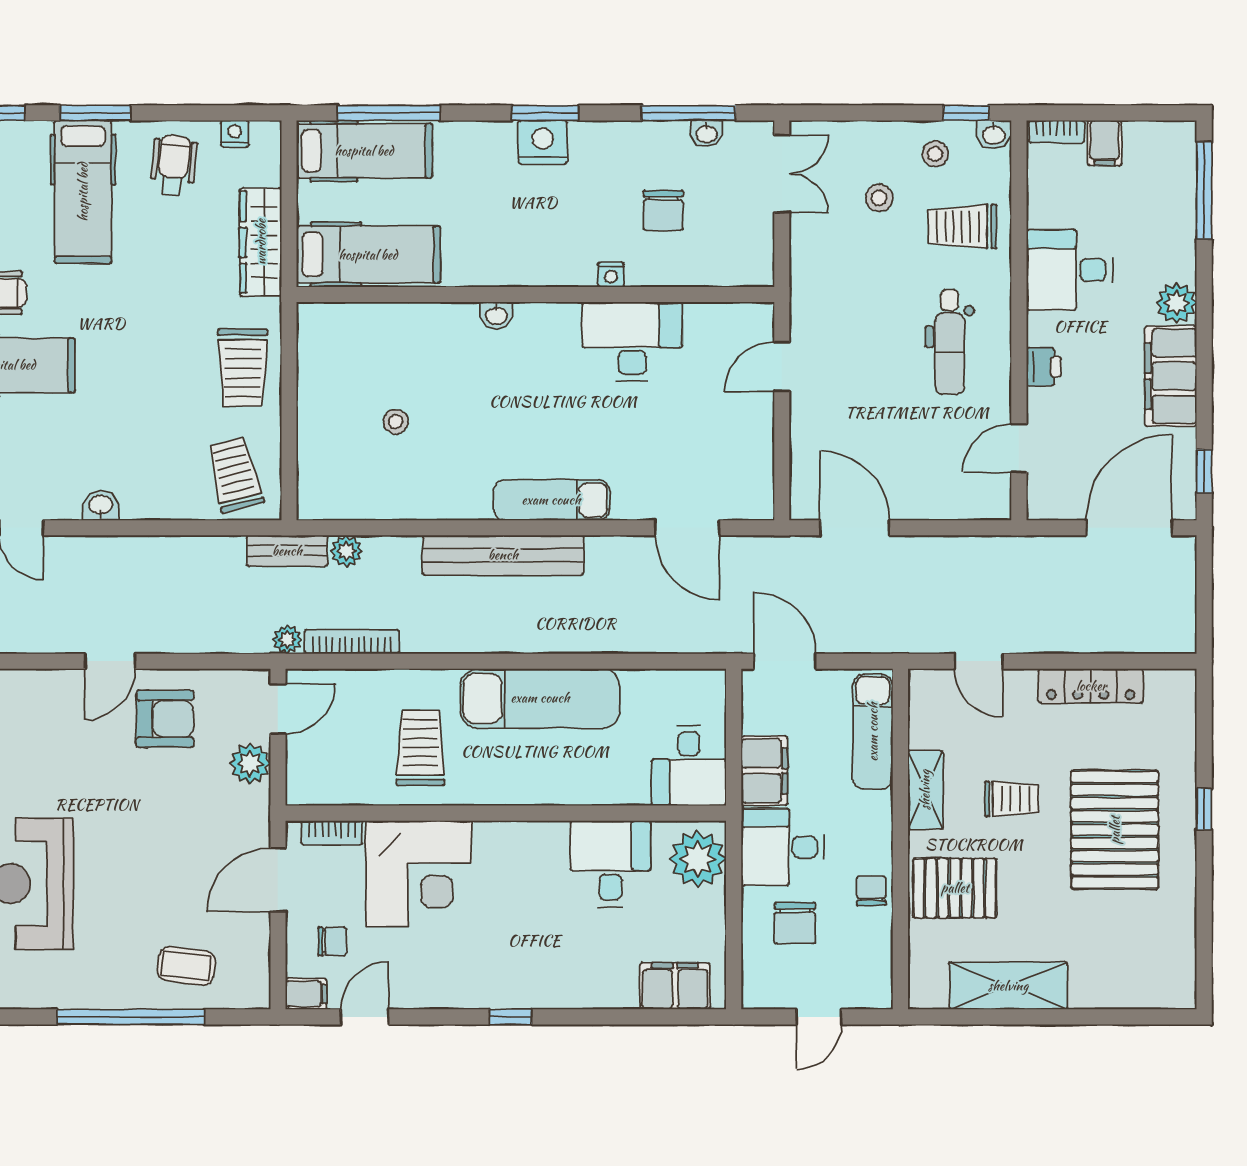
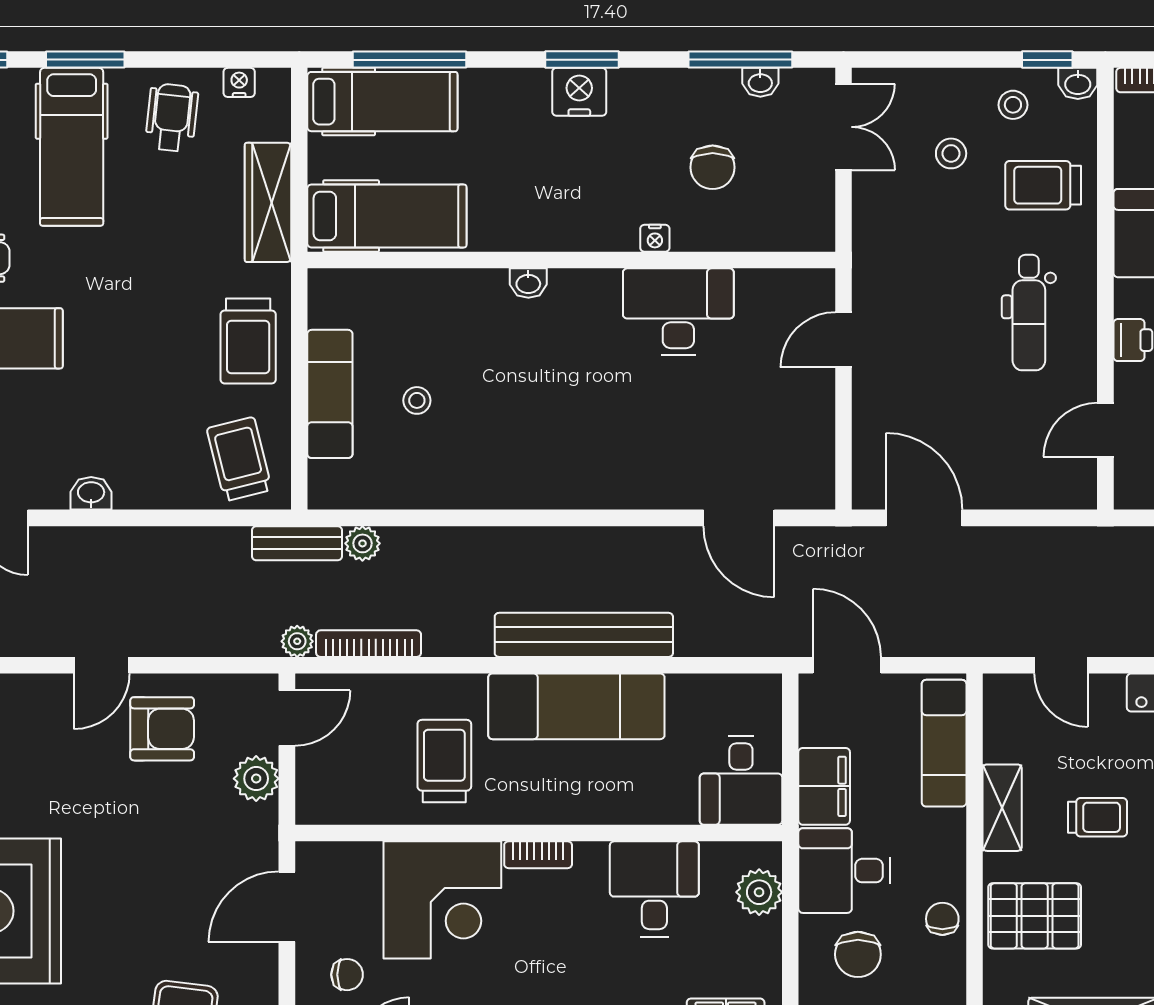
exam couch: (551, 500) -> (330, 394), moved, turned 90
bench: (503, 555) -> (584, 635), moved
bookcase: (332, 833) -> (538, 855), moved
plant: (698, 859) -> (759, 892), width x0.73, depth x0.73

